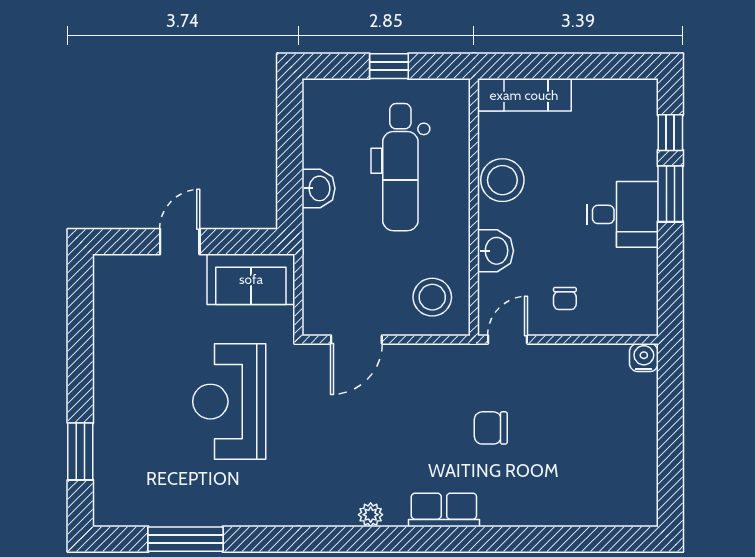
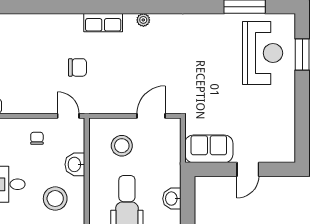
stool: (502, 180) -> (55, 199), moved
stool: (432, 297) -> (122, 146), moved
door: (508, 340) -> (68, 116), swing flipped
reception desk: (229, 402) -> (263, 53), moved

